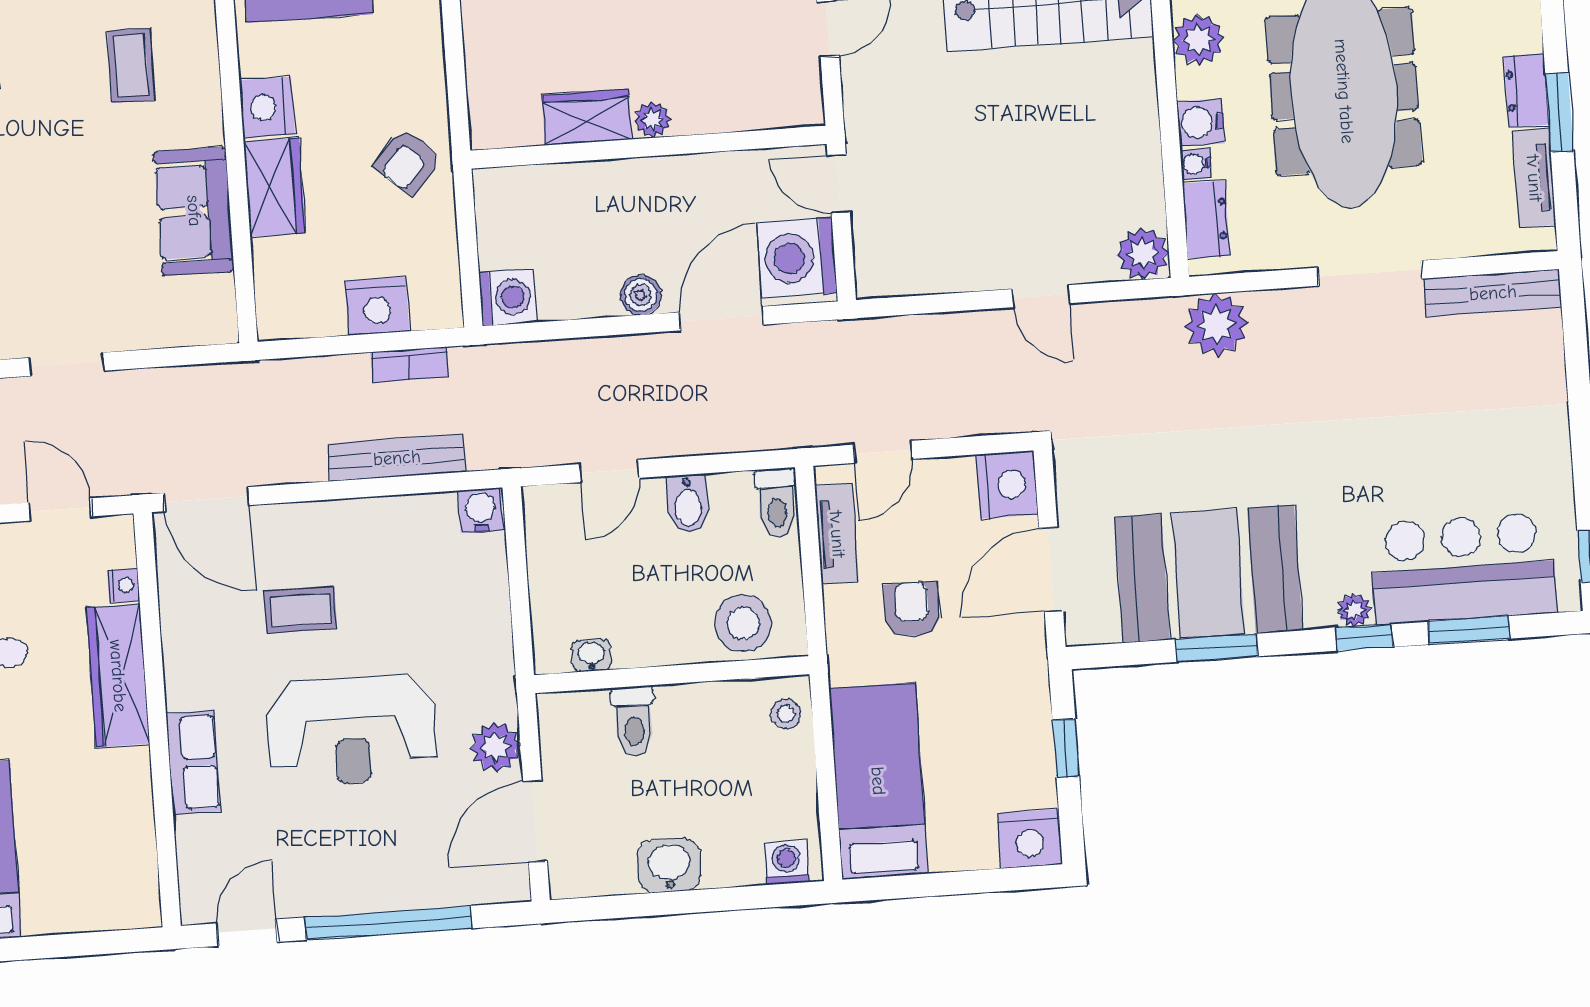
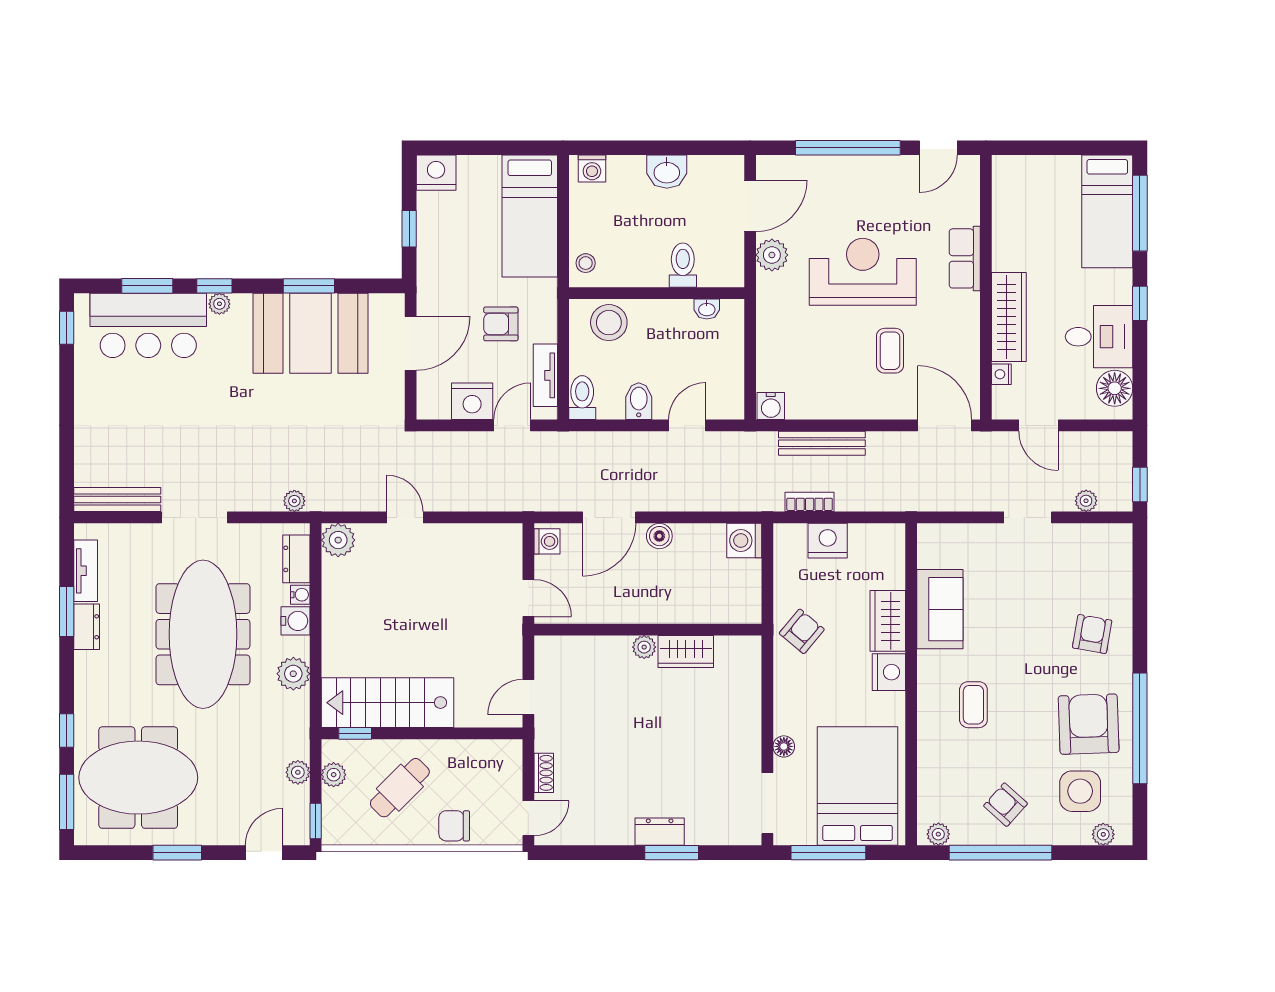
washing machine: (797, 258) -> (547, 541), width x0.53, depth x0.53
plant: (1216, 325) -> (294, 501), width x0.53, depth x0.53
nightstand: (1007, 485) -> (472, 401), moved, turned -90
armchair: (912, 609) -> (501, 324), turned 90
coffee table: (300, 610) -> (890, 351), turned 90

